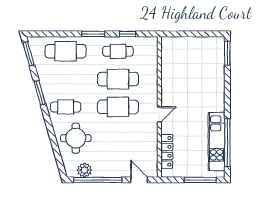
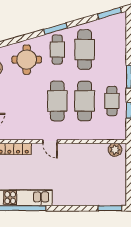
plant: (168, 48) -> (115, 150), added
cafe table: (66, 51) -> (85, 50), moved
window: (40, 93) -> (56, 29), moved

